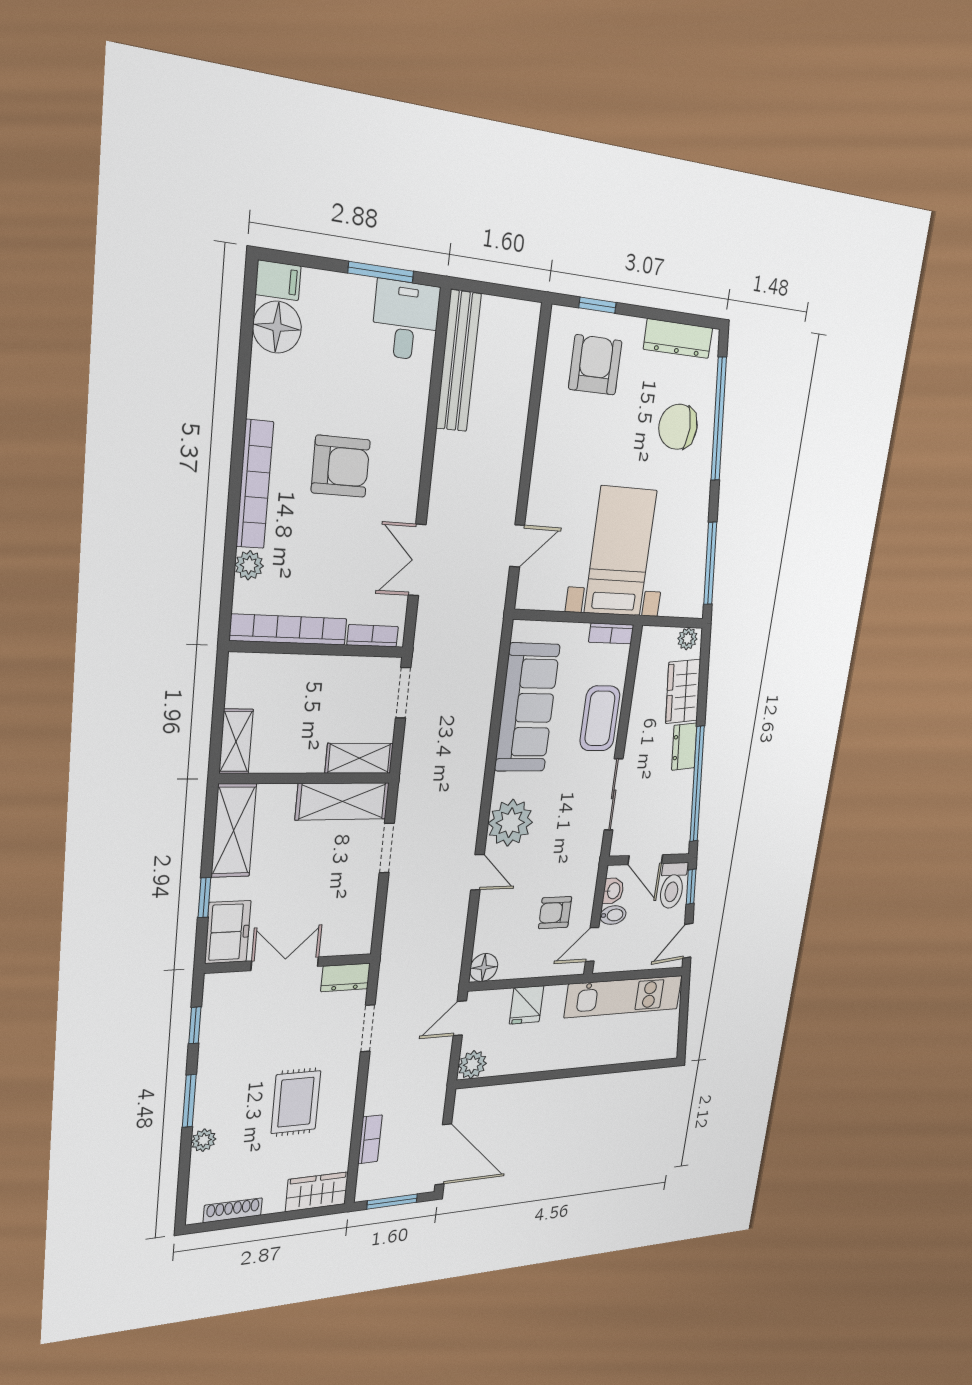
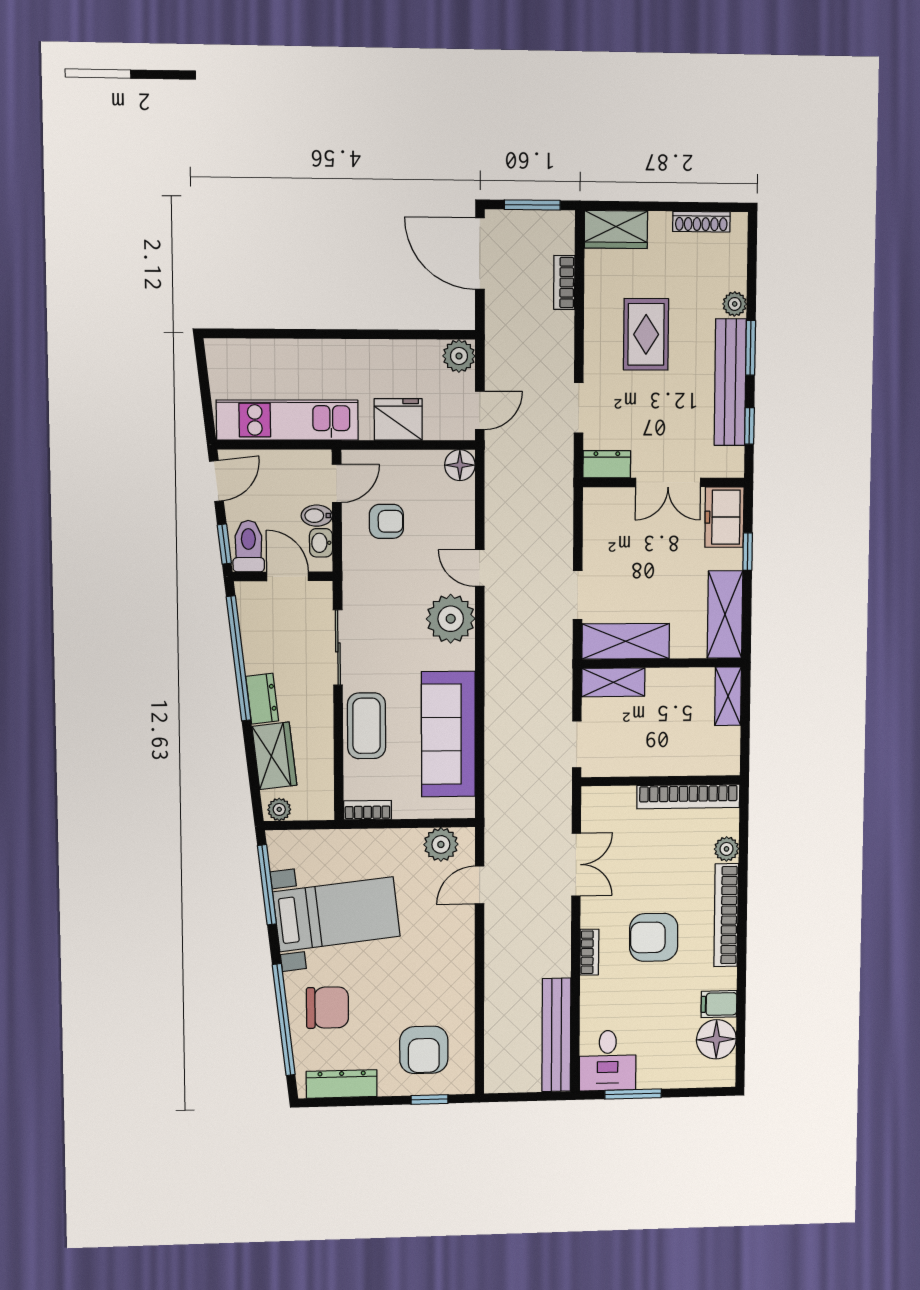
filing cabinet: (278, 280) -> (719, 1004), moved
bed with nightstands: (620, 552) -> (336, 914), moved, turned -96
plant: (549, 593) -> (441, 844), added
bookcase: (373, 636) -> (589, 952), moved, turned -90
fridge: (527, 1005) -> (398, 419), width x1.38
bench: (213, 1066) -> (730, 382), added

